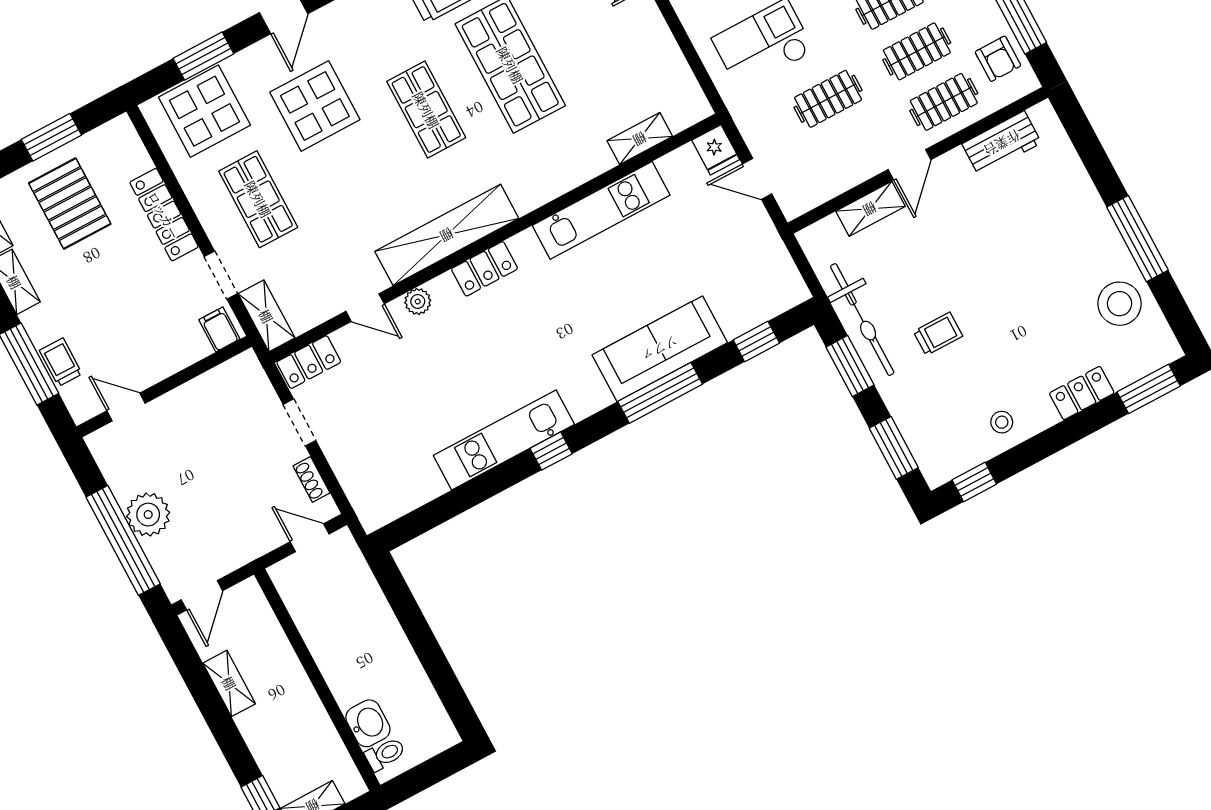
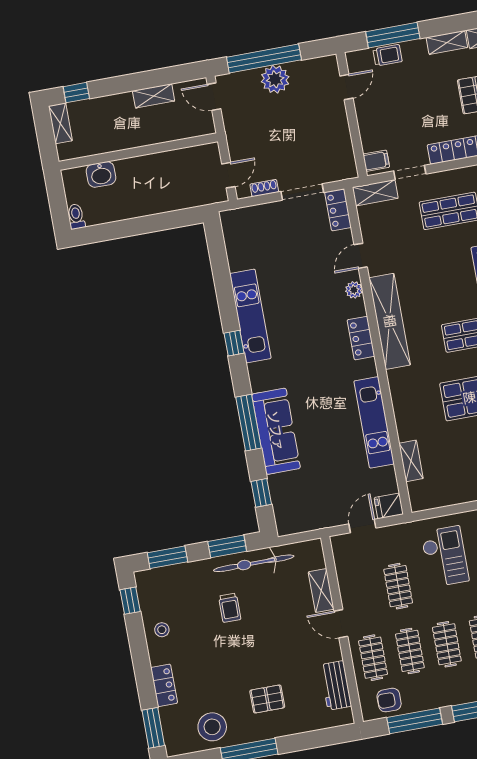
pallet: (1053, 237) -> (267, 699), added
doorway: (299, 422) -> (302, 192), width x1.38
toilet: (385, 754) -> (76, 216), moved, turned 180

